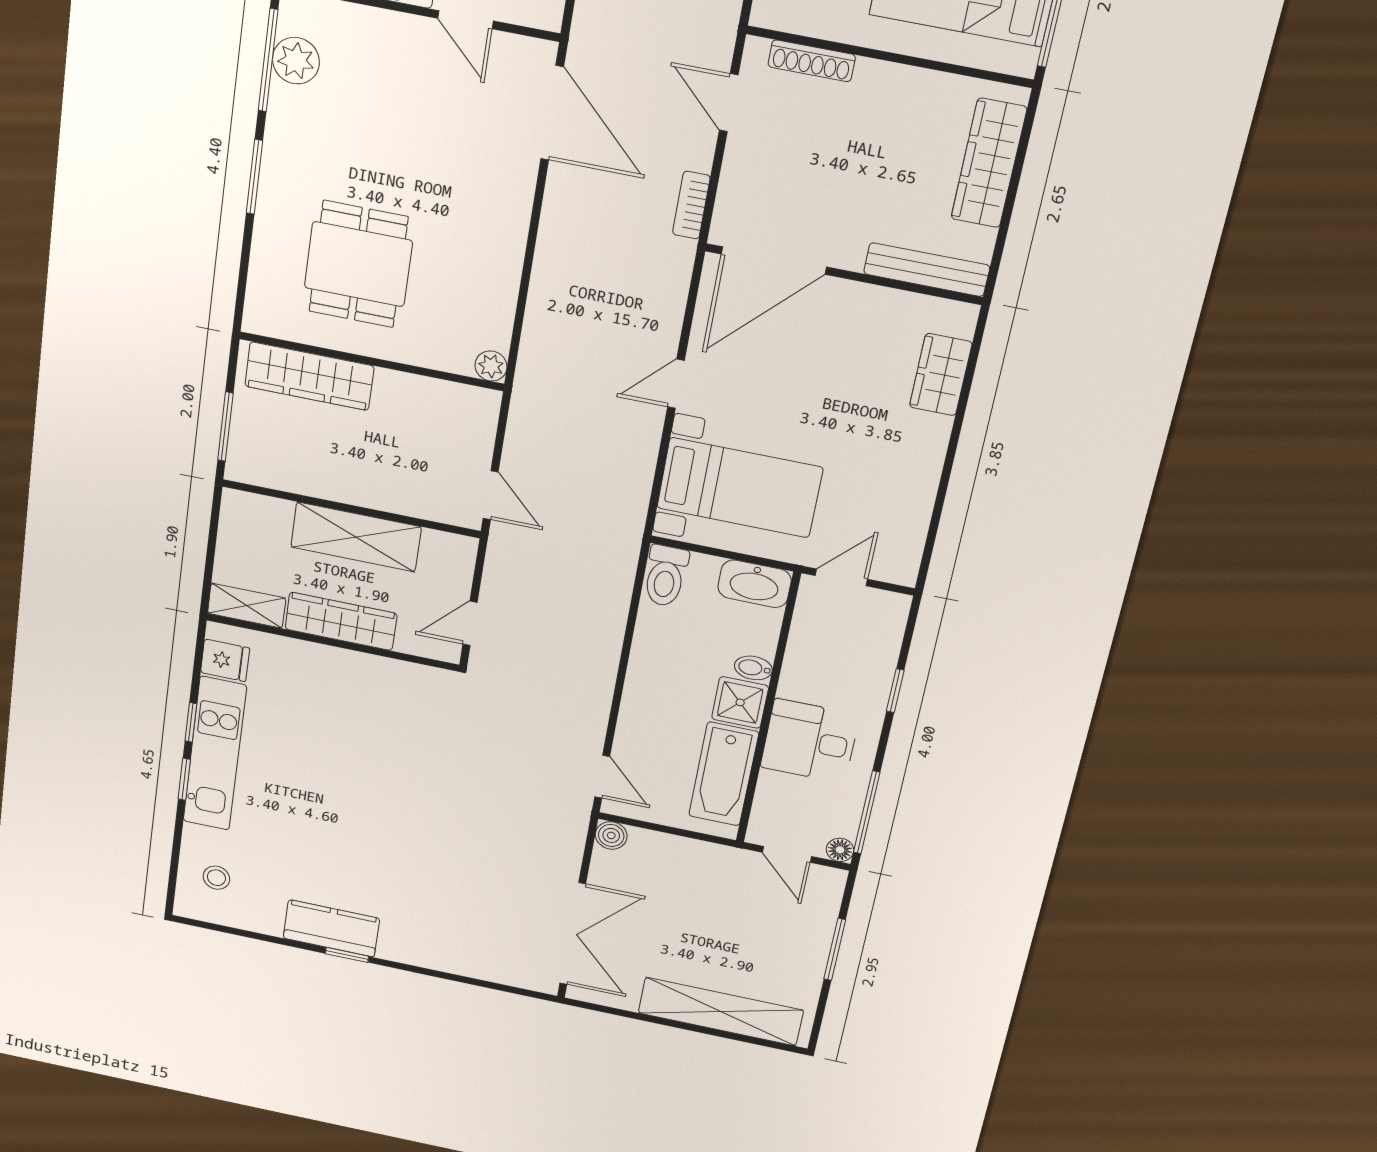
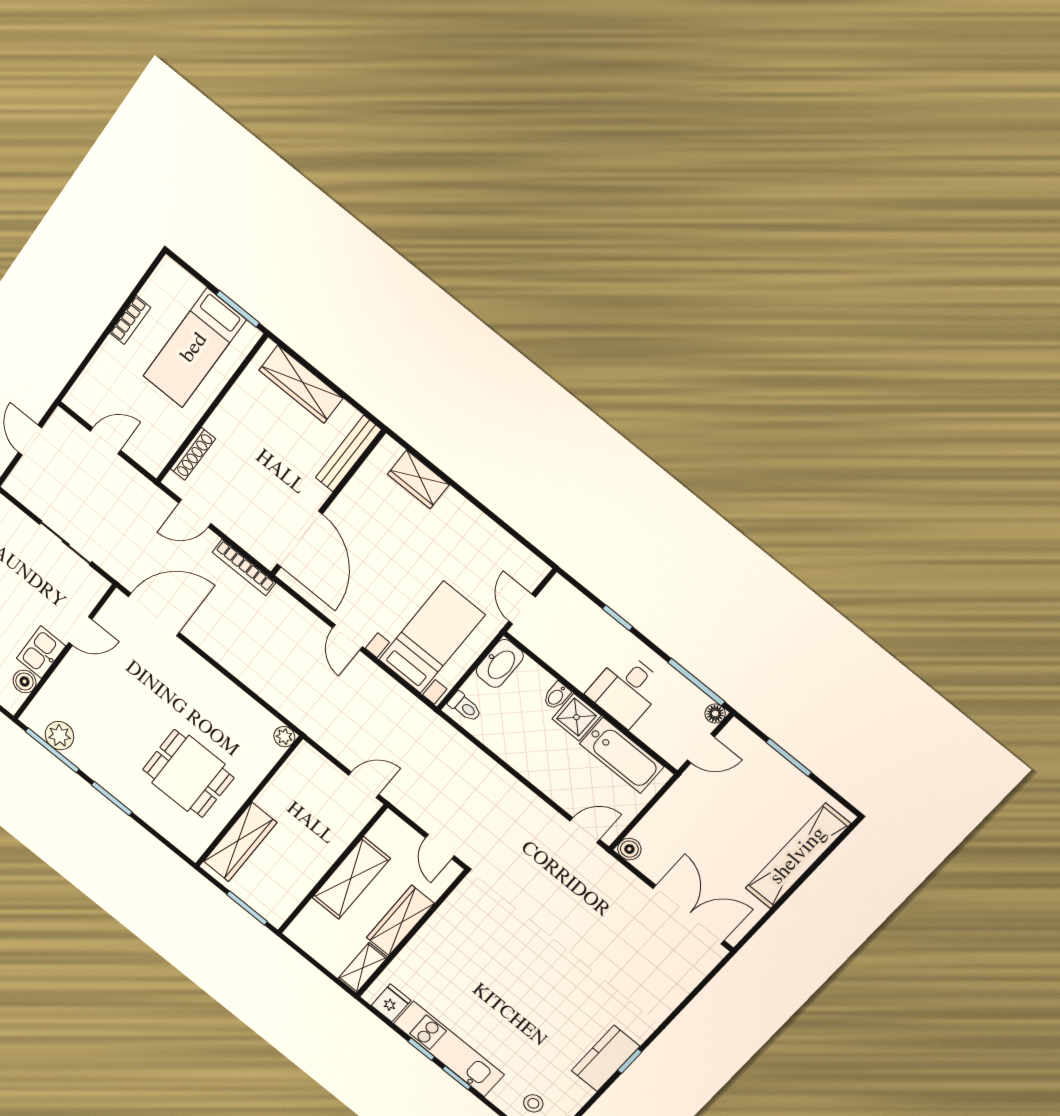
bookcase: (691, 205) -> (244, 568), width x1.56
toilet: (666, 576) -> (465, 707), width x0.73, depth x0.72

